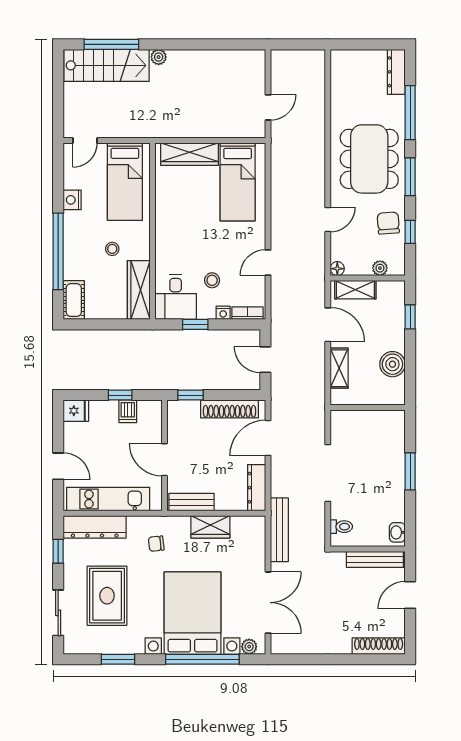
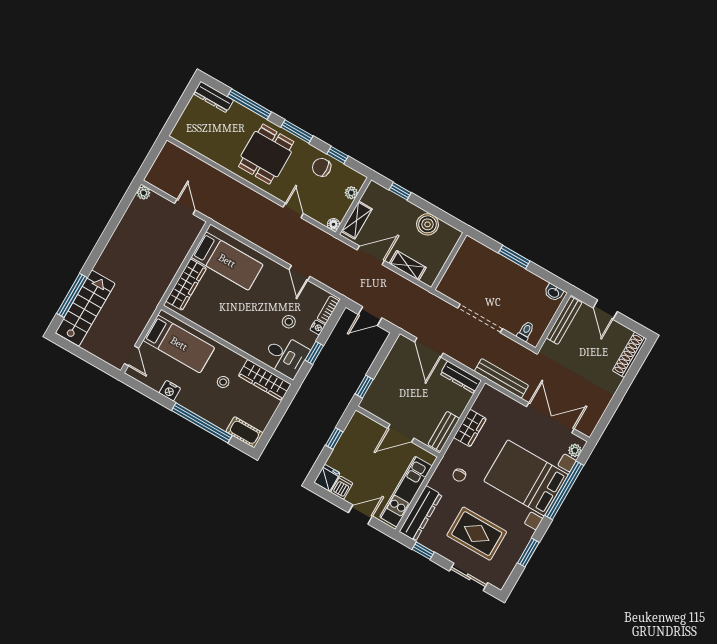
plant: (159, 57) -> (144, 193), moved
dining table: (369, 159) -> (266, 154), width x0.73
shoe rack: (229, 409) -> (391, 364), removed
dishwasher: (128, 411) -> (342, 488), moved, turned -90

